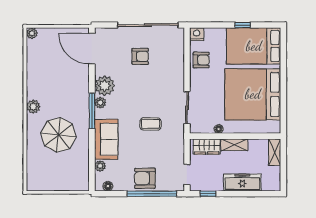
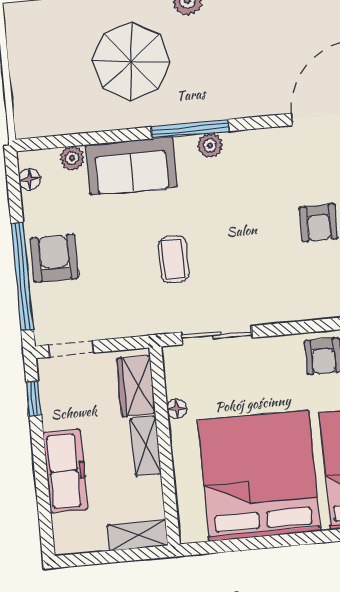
plant: (105, 86) -> (247, 152), removed

